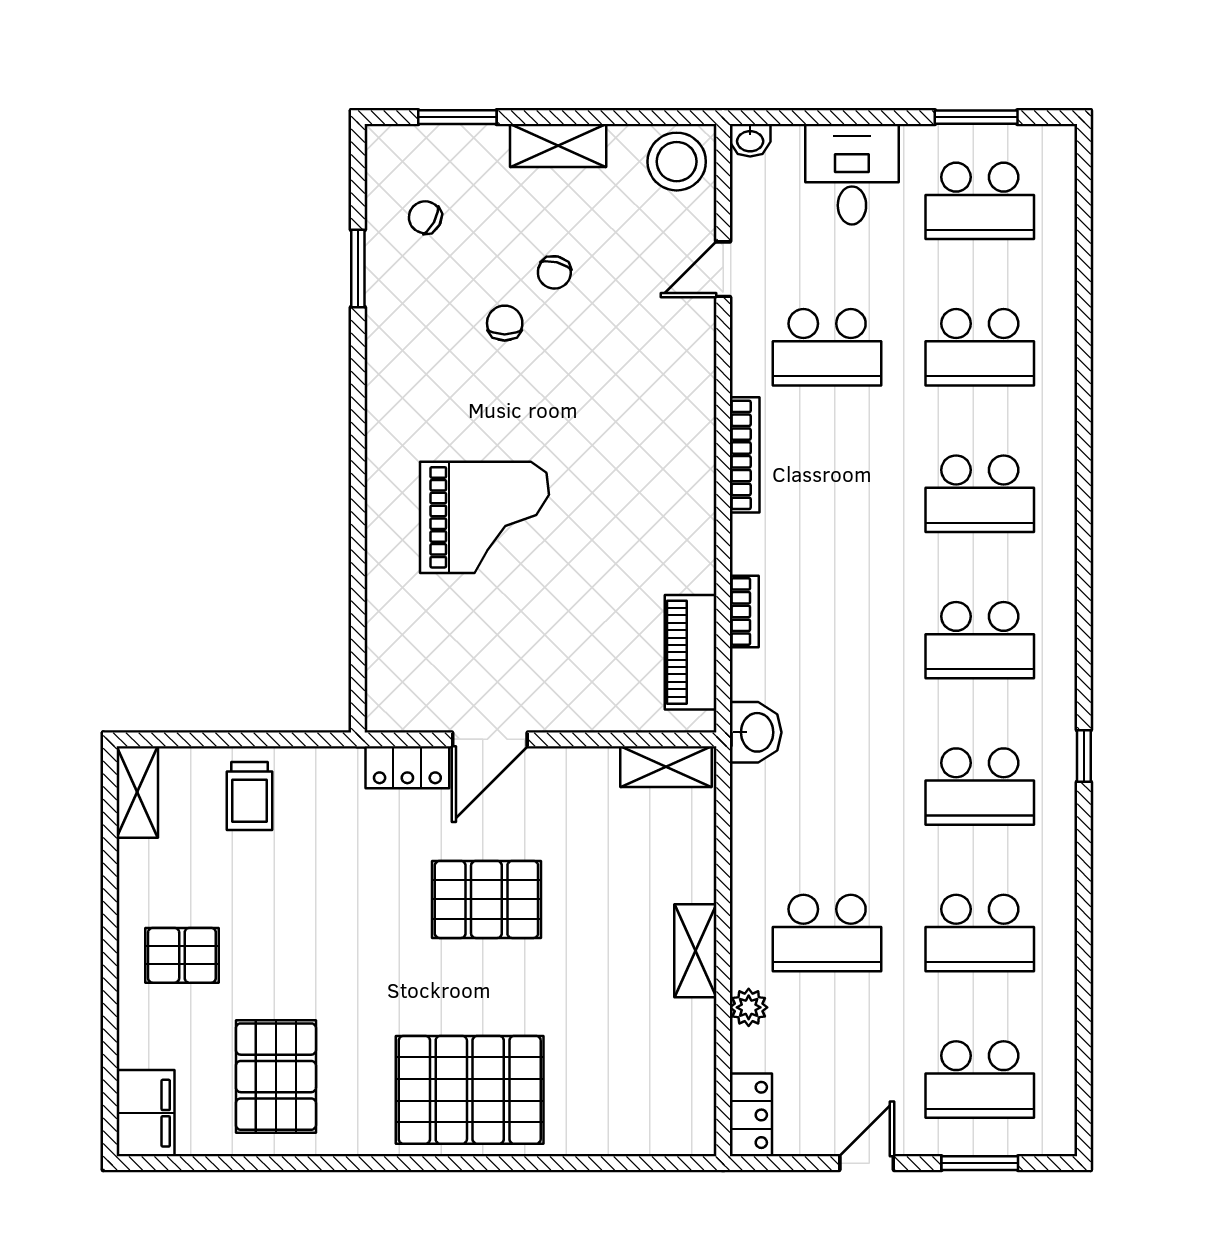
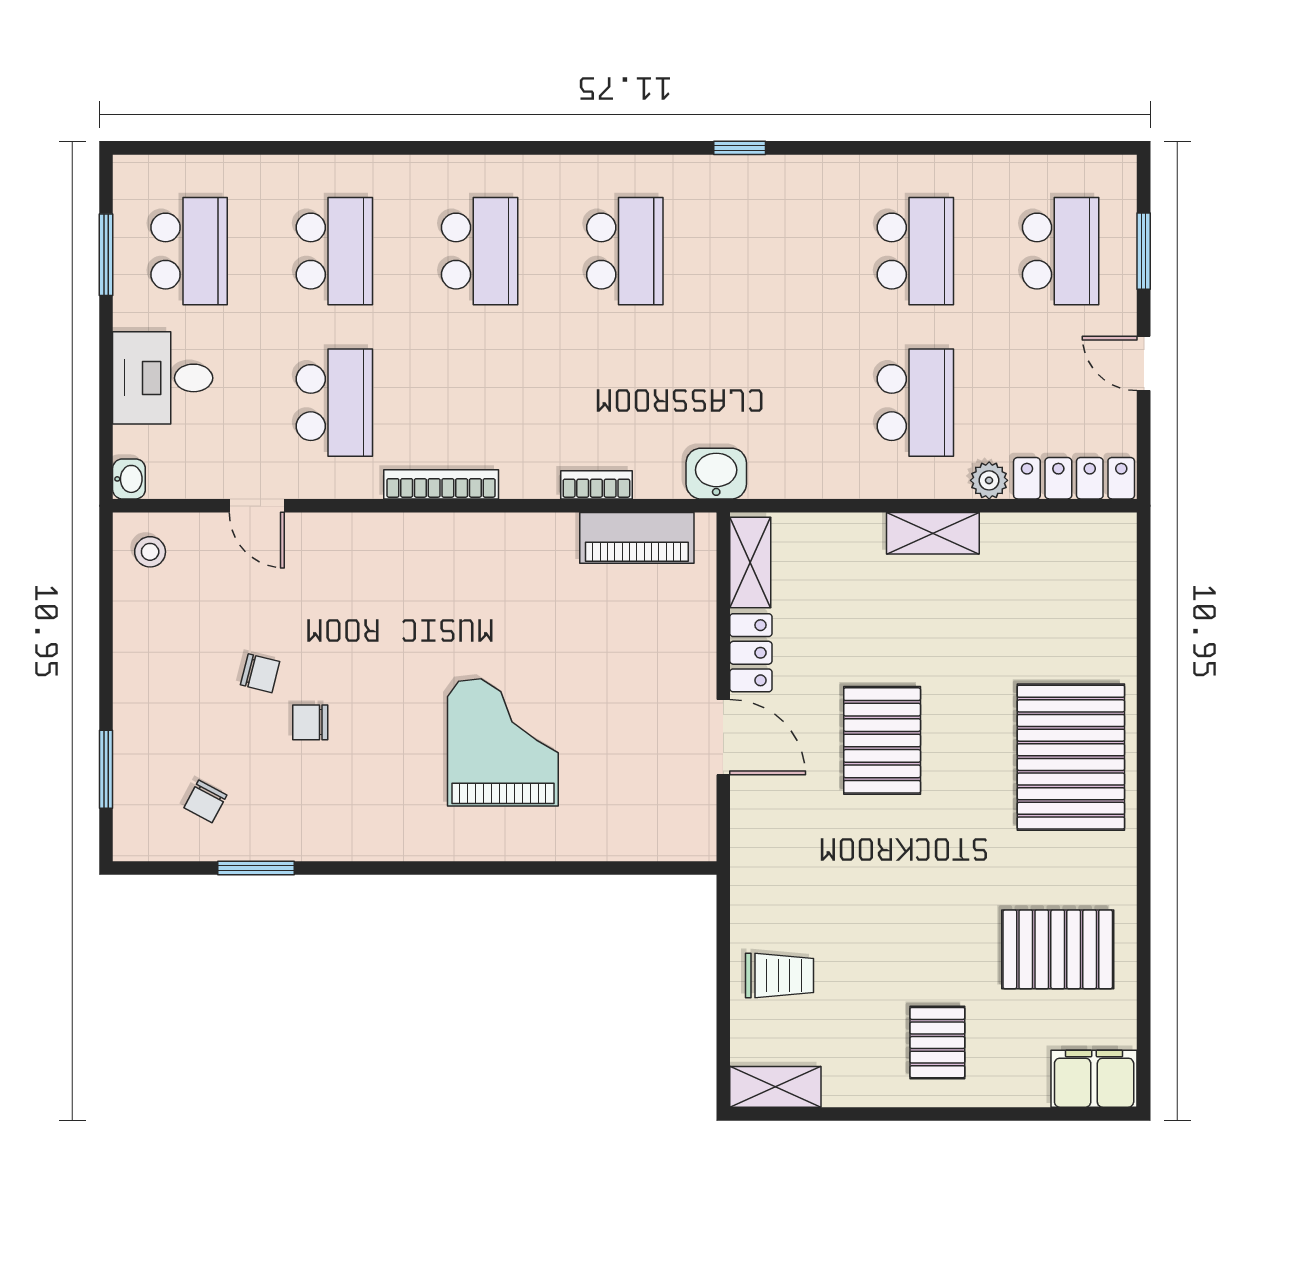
shelving: (558, 146) -> (134, 669), removed
stool: (677, 162) -> (150, 552), width x0.53, depth x0.53
locker: (407, 767) -> (751, 653), moved
school desk: (980, 787) -> (770, 251), removed
locker: (751, 1115) -> (1074, 478), width x1.53

